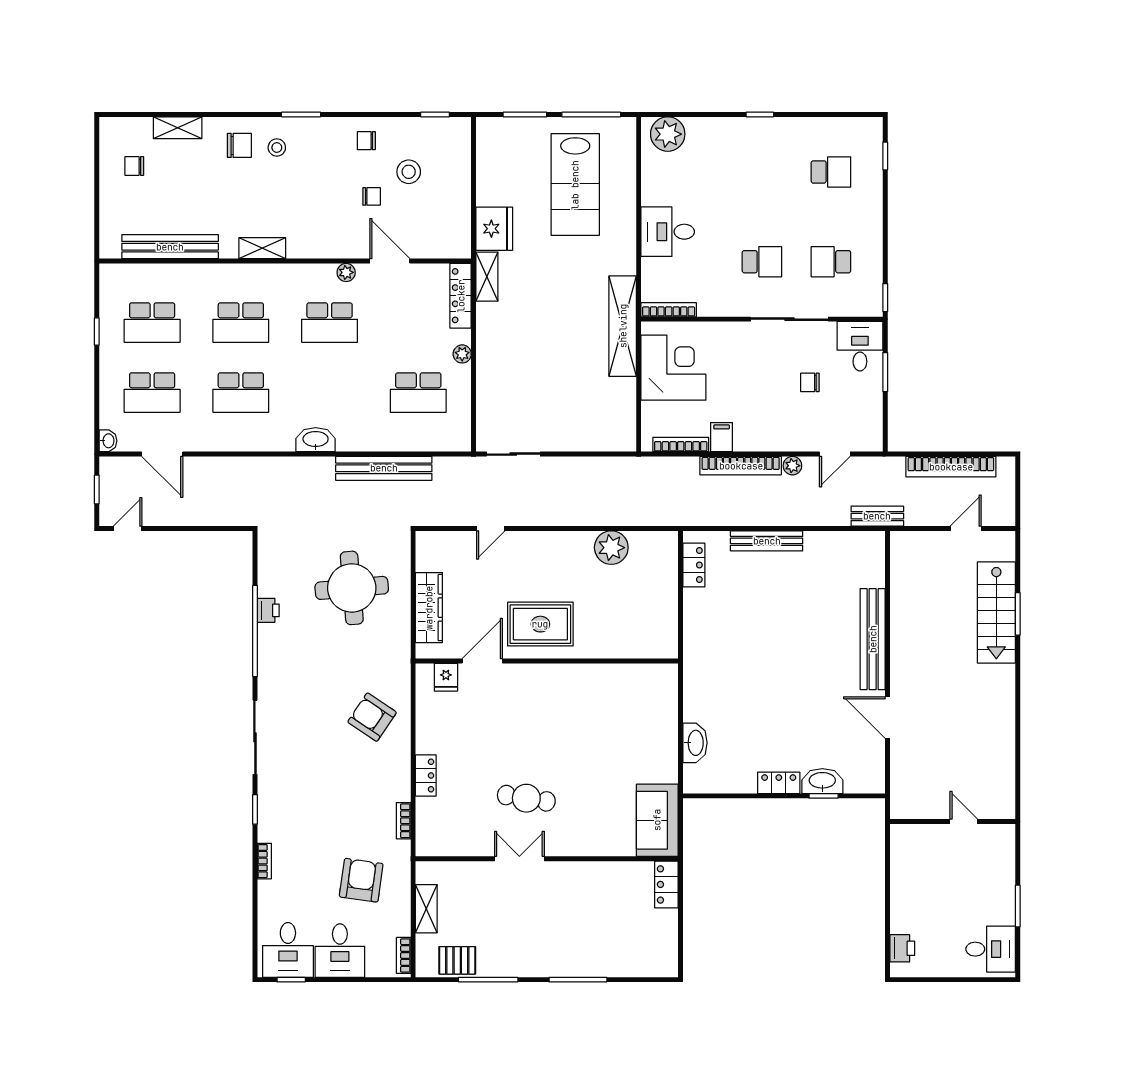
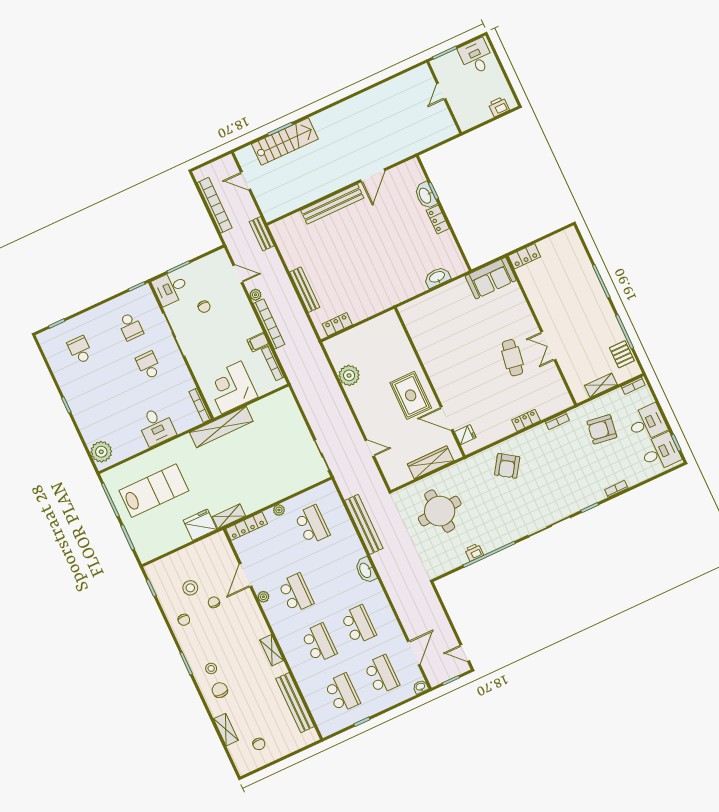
wall: (953, 821) -> (444, 97), moved
door: (964, 821) -> (441, 91), moved

